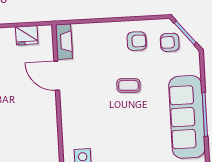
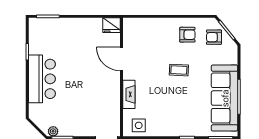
fridge: (27, 35) -> (112, 25), moved
fireplace: (64, 42) -> (129, 94), moved

